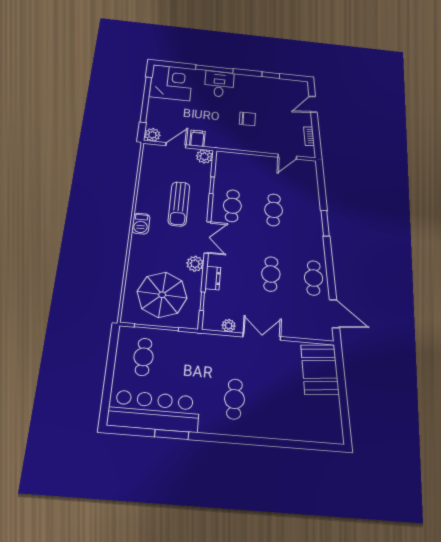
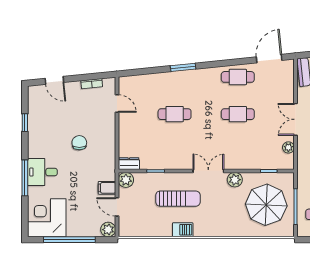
cafe table: (232, 206) -> (175, 151), removed
barbecue: (141, 224) -> (183, 230), moved
dresser: (213, 278) -> (129, 164), moved

